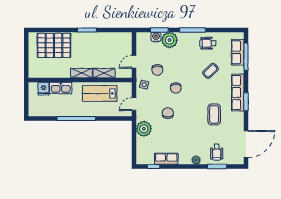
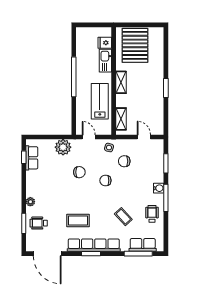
water cooler: (156, 37) -> (159, 188), moved
plant: (170, 40) -> (155, 174), removed
pallet: (54, 45) -> (135, 45), moved
door: (134, 62) -> (144, 137), moved
shelving: (104, 73) -> (121, 119), moved
row of seats: (238, 92) -> (94, 245), width x1.36
row of seats: (166, 159) -> (32, 158), moved

